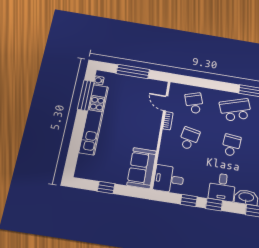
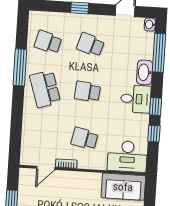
school desk: (194, 103) -> (42, 136), removed
desk: (169, 179) -> (127, 156), width x1.37

